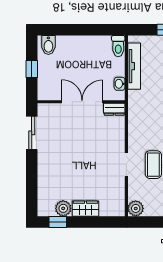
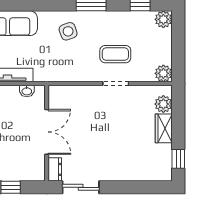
double door: (82, 102) -> (47, 132), swing flipped
dresser: (114, 109) -> (55, 169), moved
plant: (63, 208) -> (163, 104), moved

